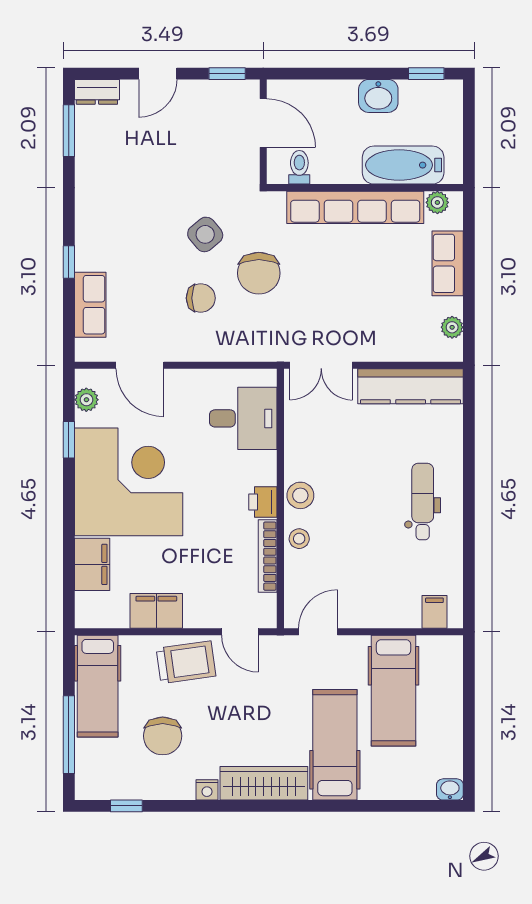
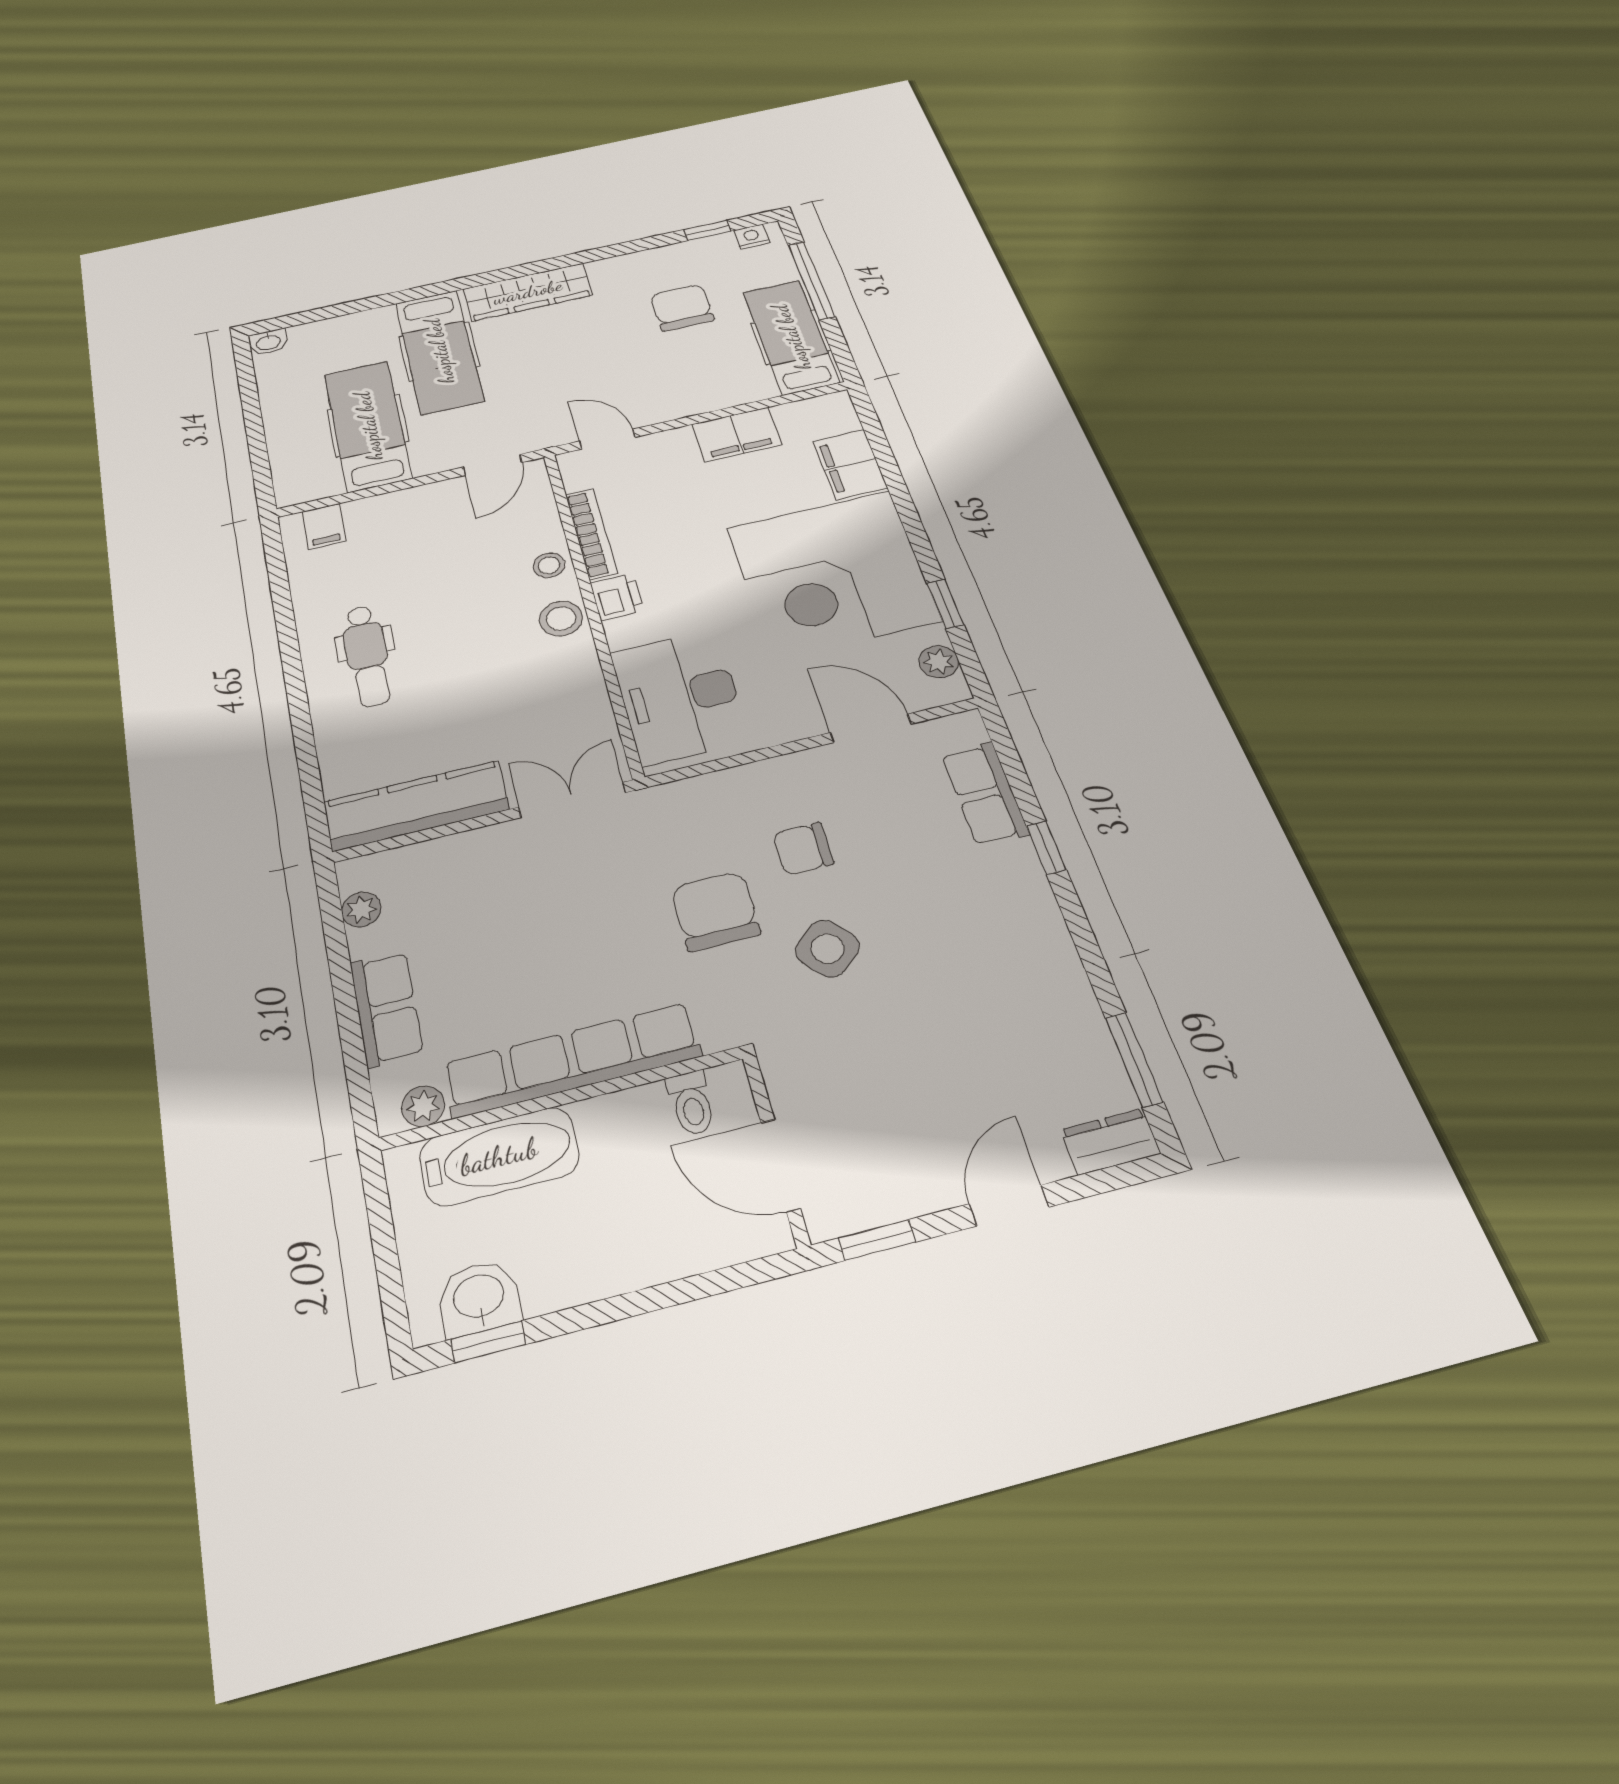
washbasin: (378, 96) -> (479, 1298), moved
desk: (243, 418) -> (680, 696), width x1.37
trolley: (186, 662) -> (675, 389), removed
nightstand: (207, 790) -> (752, 237), moved

